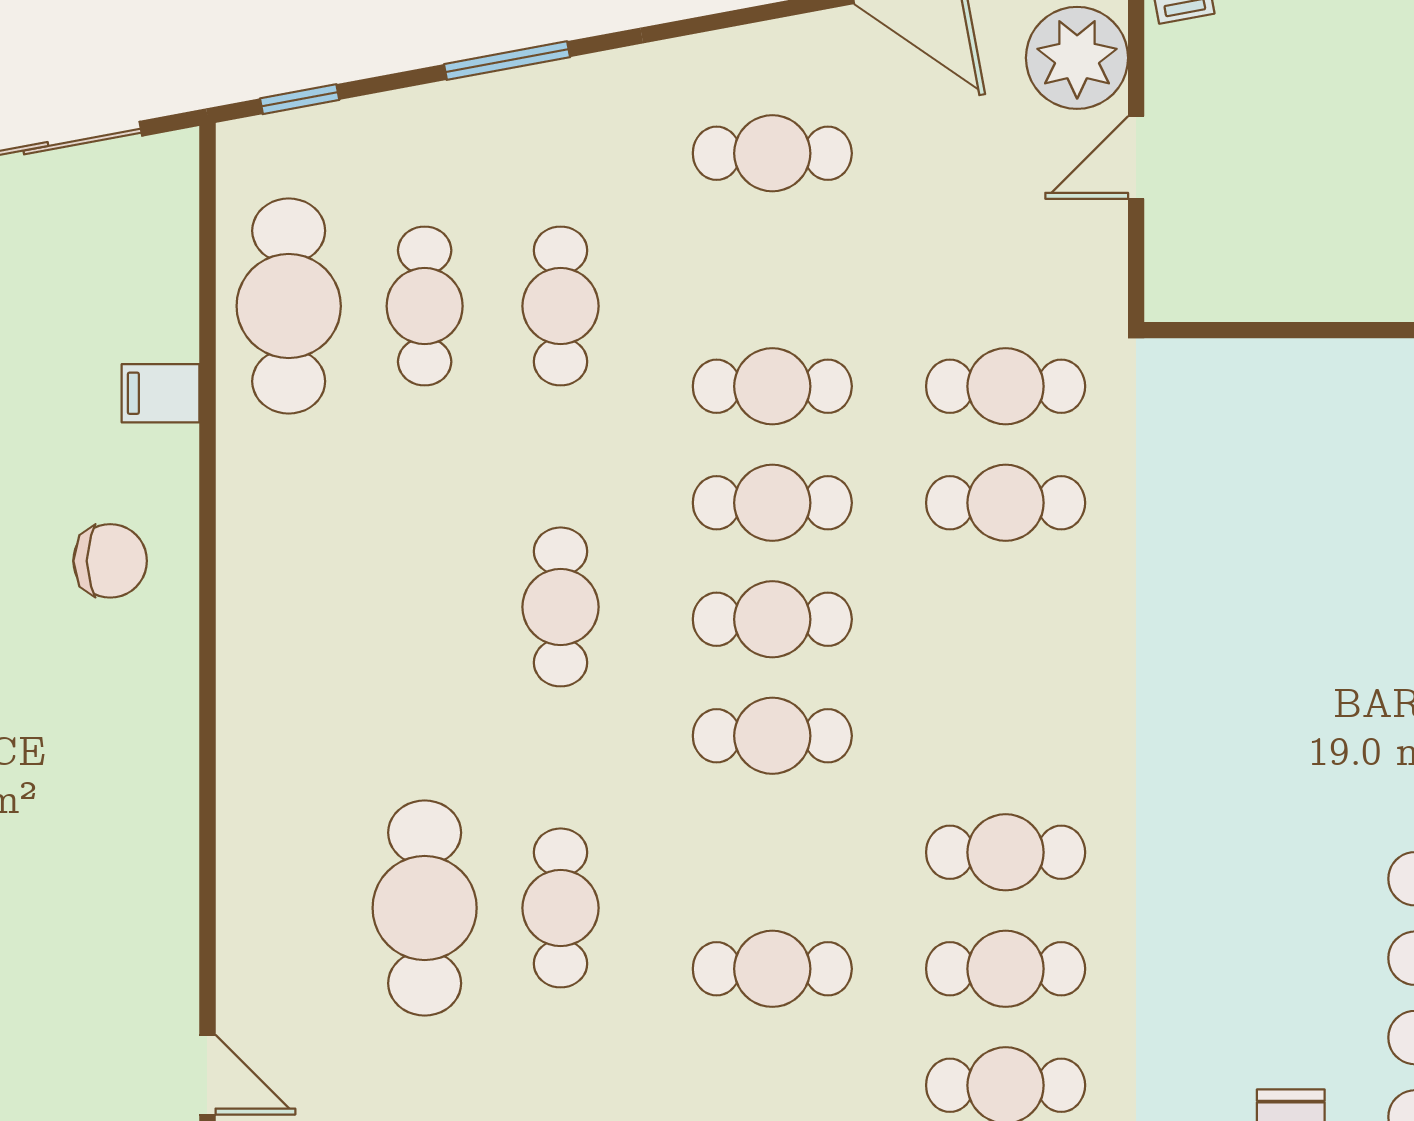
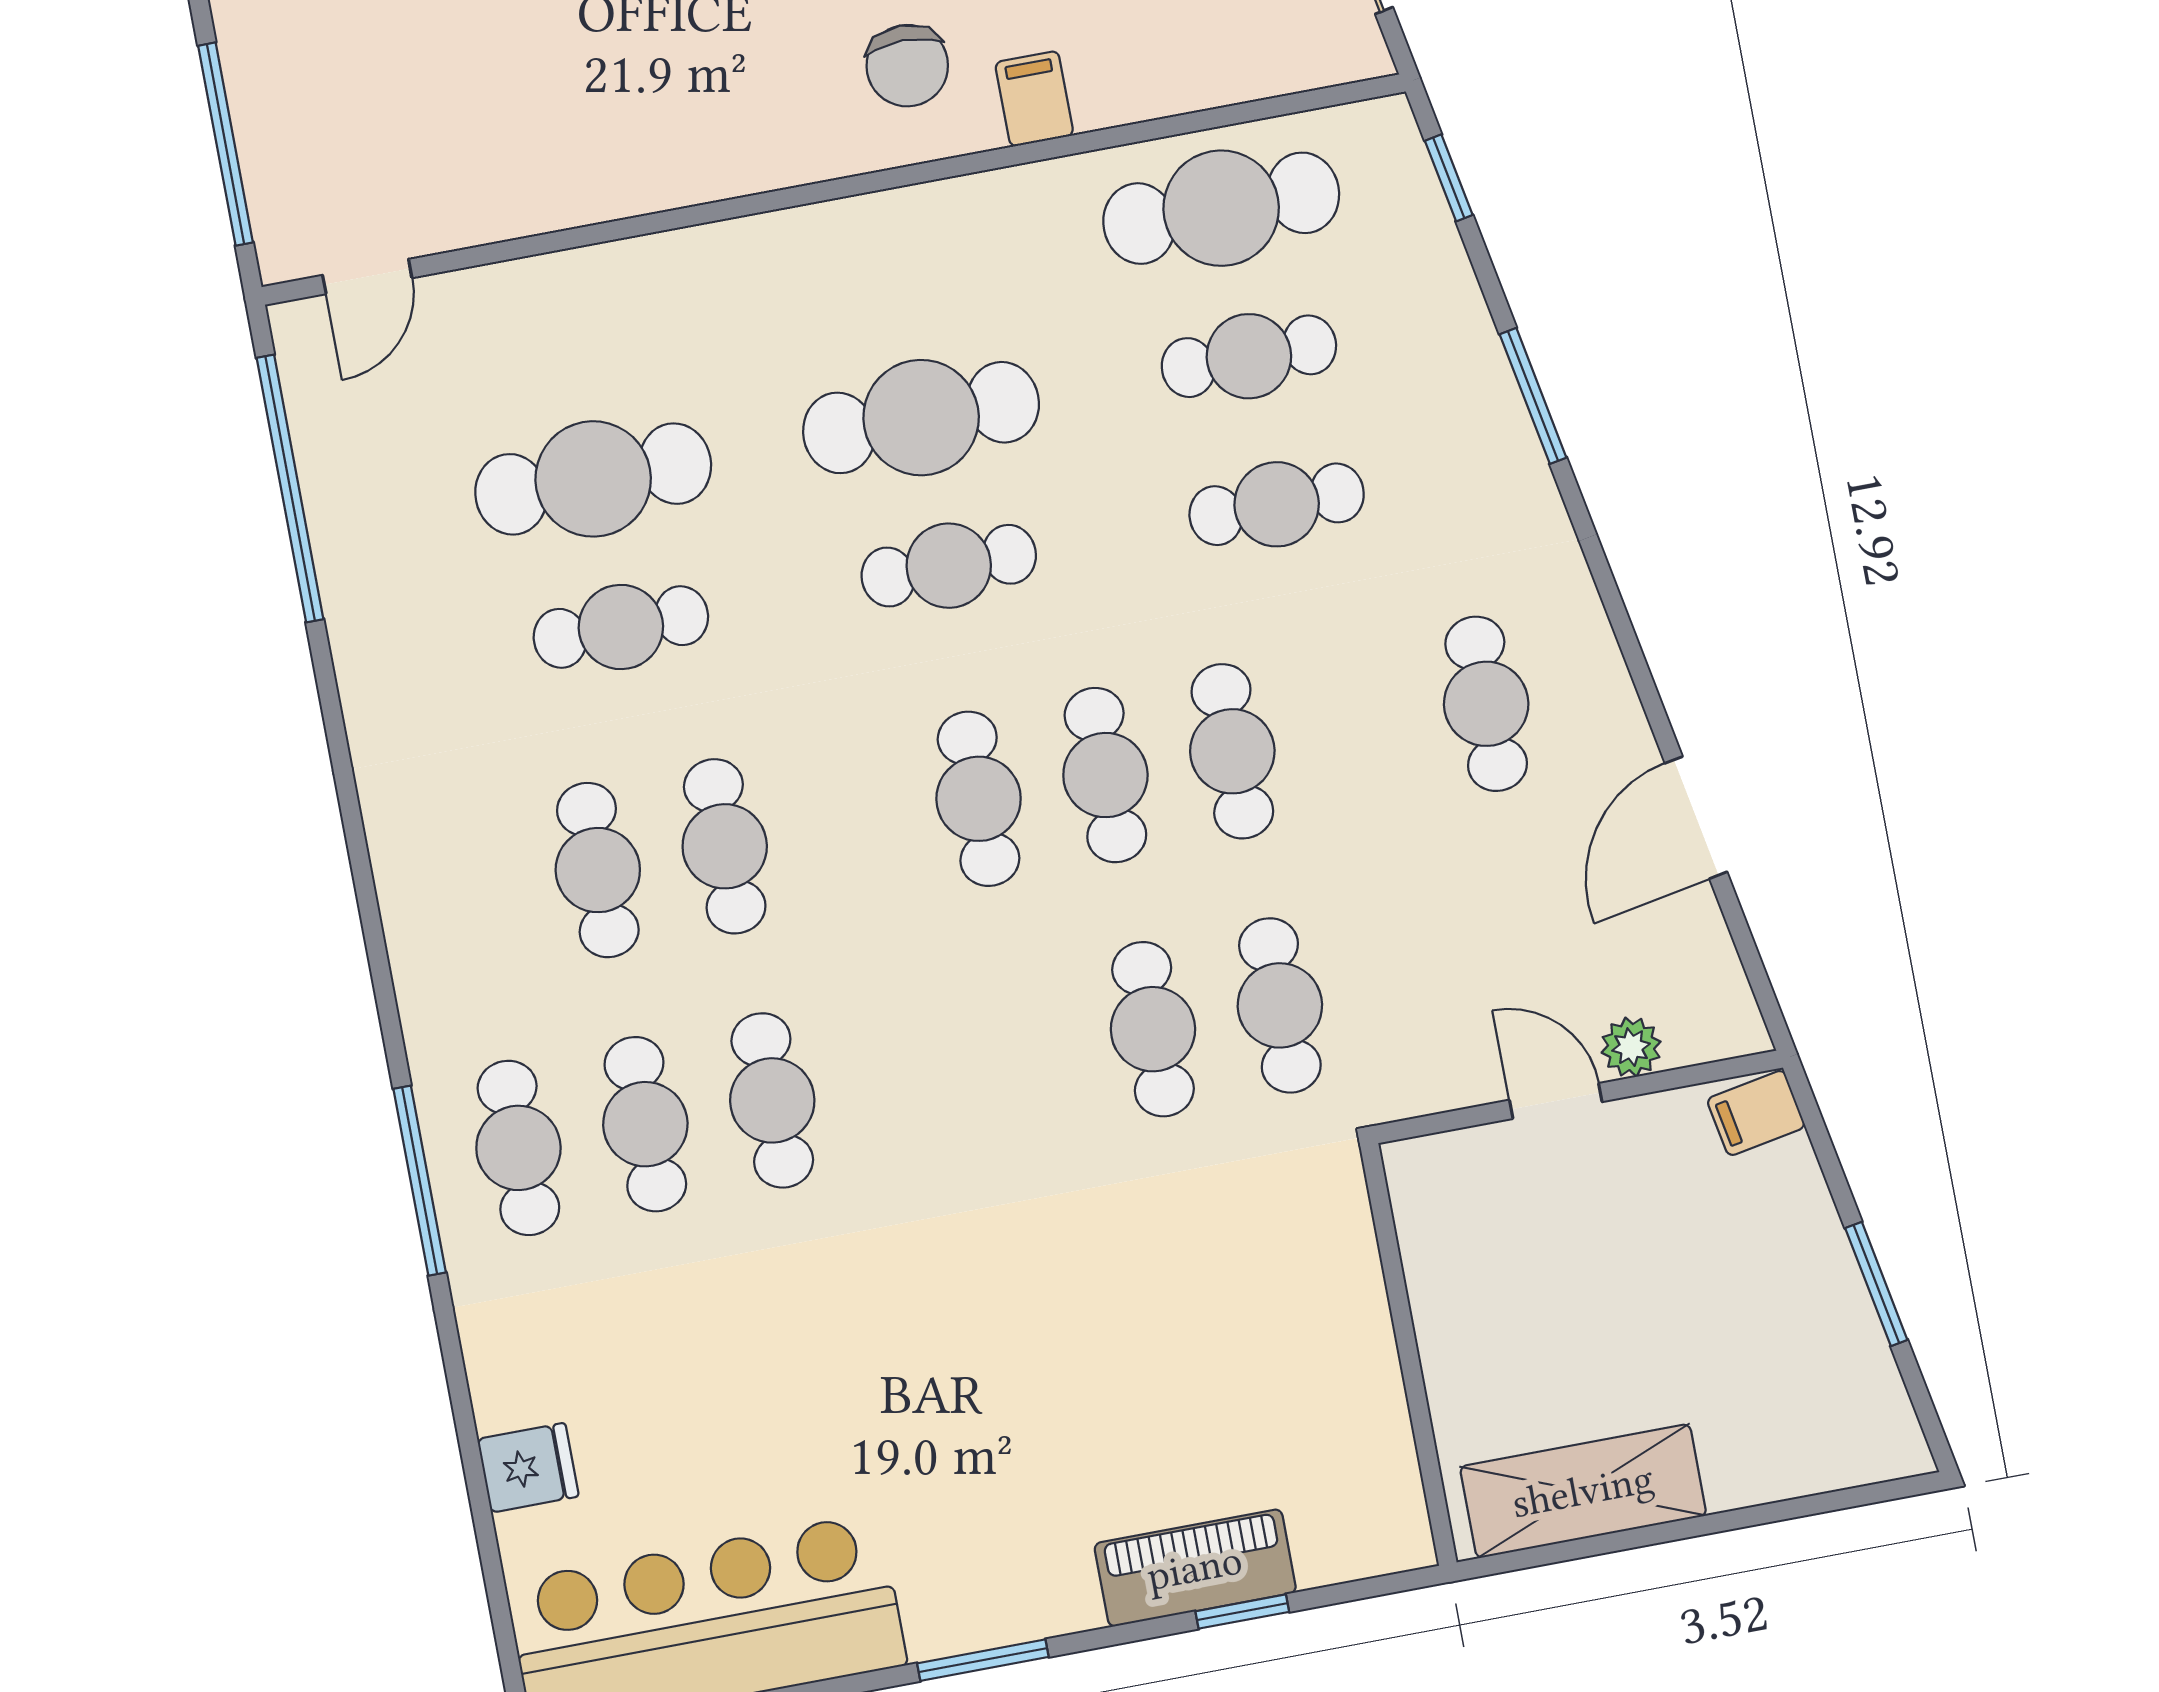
plant: (1077, 58) -> (1631, 1047), width x0.53, depth x0.53
filing cabinet: (161, 393) -> (1034, 99), moved
cafe table: (425, 607) -> (921, 418), added
cafe table: (772, 736) -> (725, 846), moved

